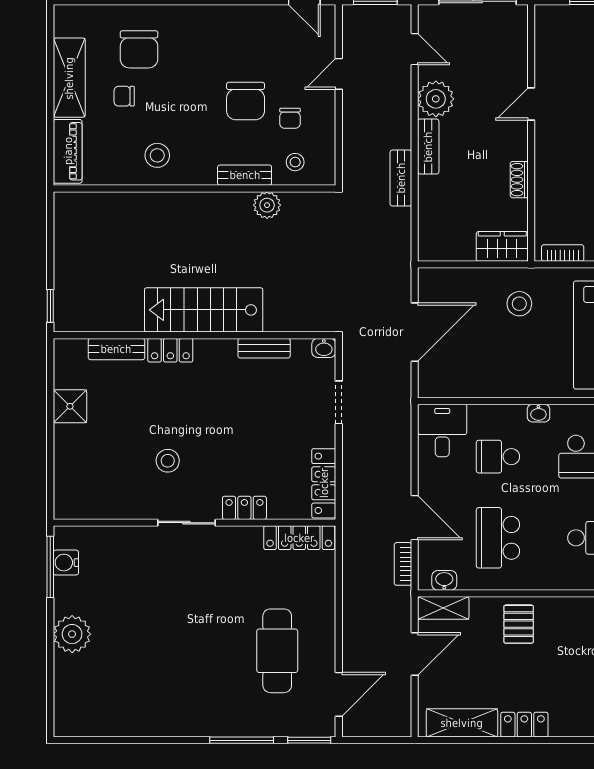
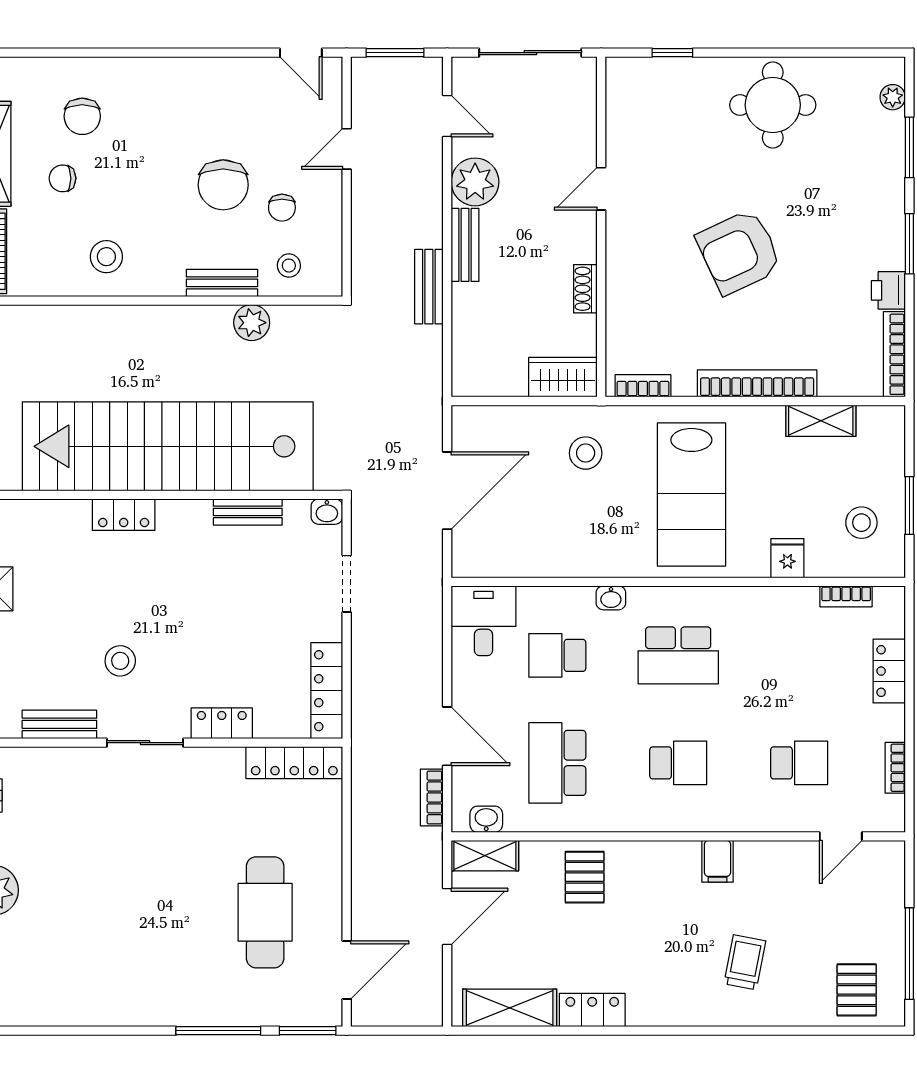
chair: (139, 49) -> (82, 116), width x0.73, depth x0.73
stairs: (204, 310) -> (168, 446), width x1.86, depth x1.51
bench: (116, 349) -> (59, 724), moved

